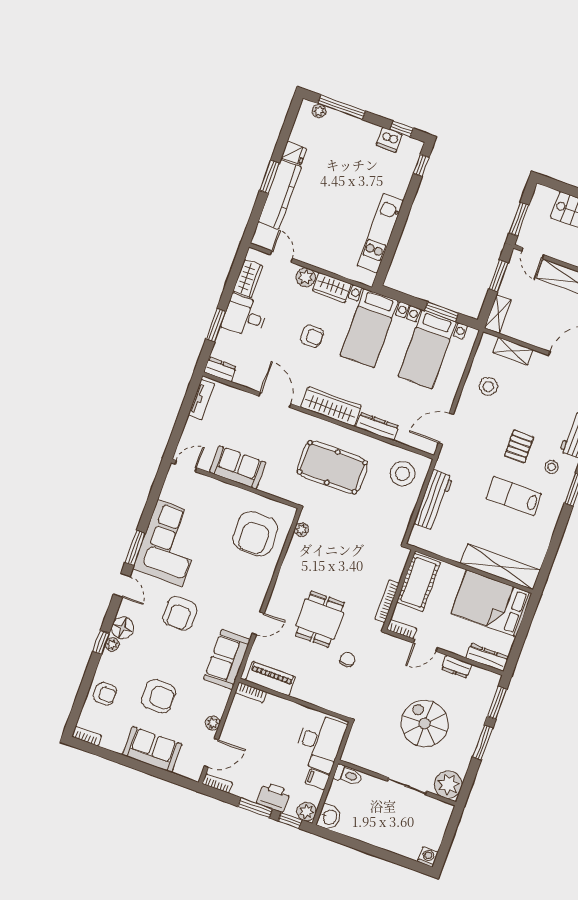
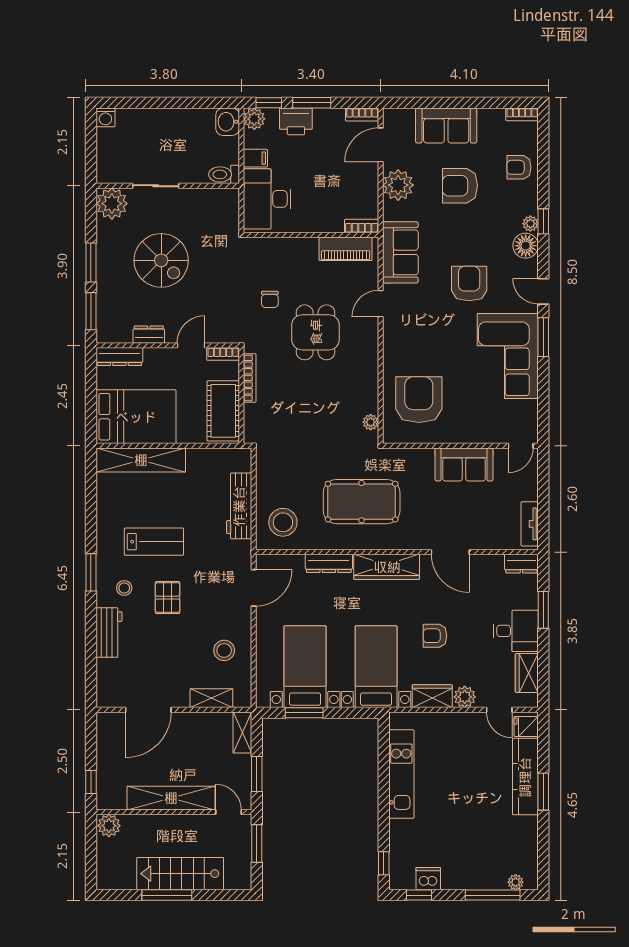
fridge: (294, 153) -> (526, 726), moved
plant: (213, 723) -> (398, 185), width x1.87, depth x1.87

